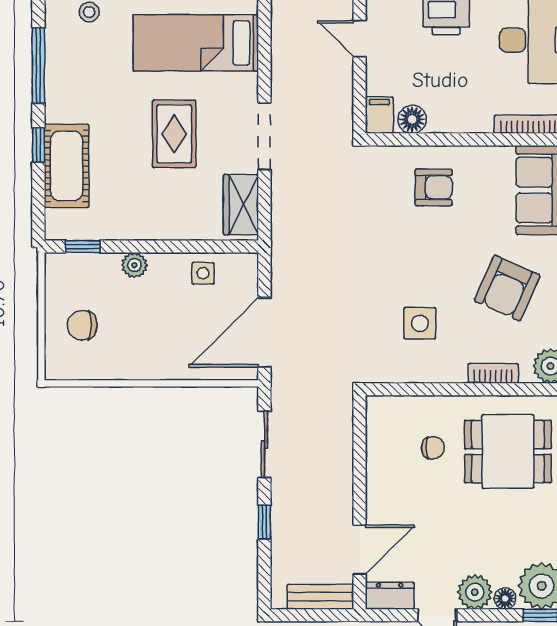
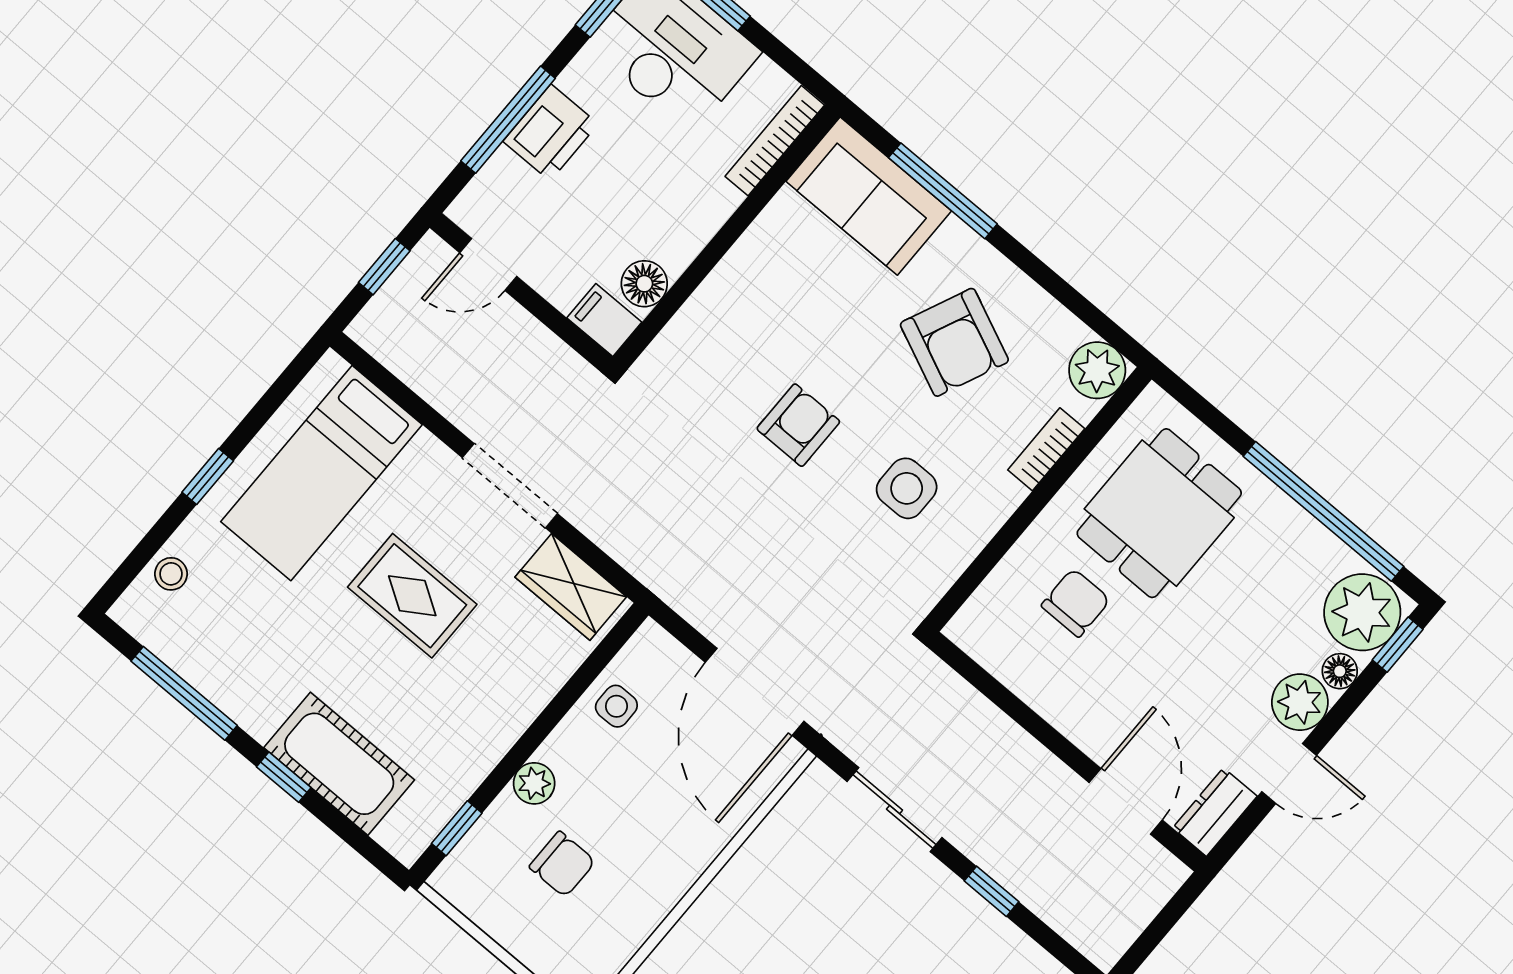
armchair: (434, 187) -> (798, 425), moved
chair: (82, 325) -> (562, 864), moved, turned -90
chair: (433, 448) -> (1076, 603), width x1.37, depth x1.37
bench: (320, 597) -> (1143, 899), removed

